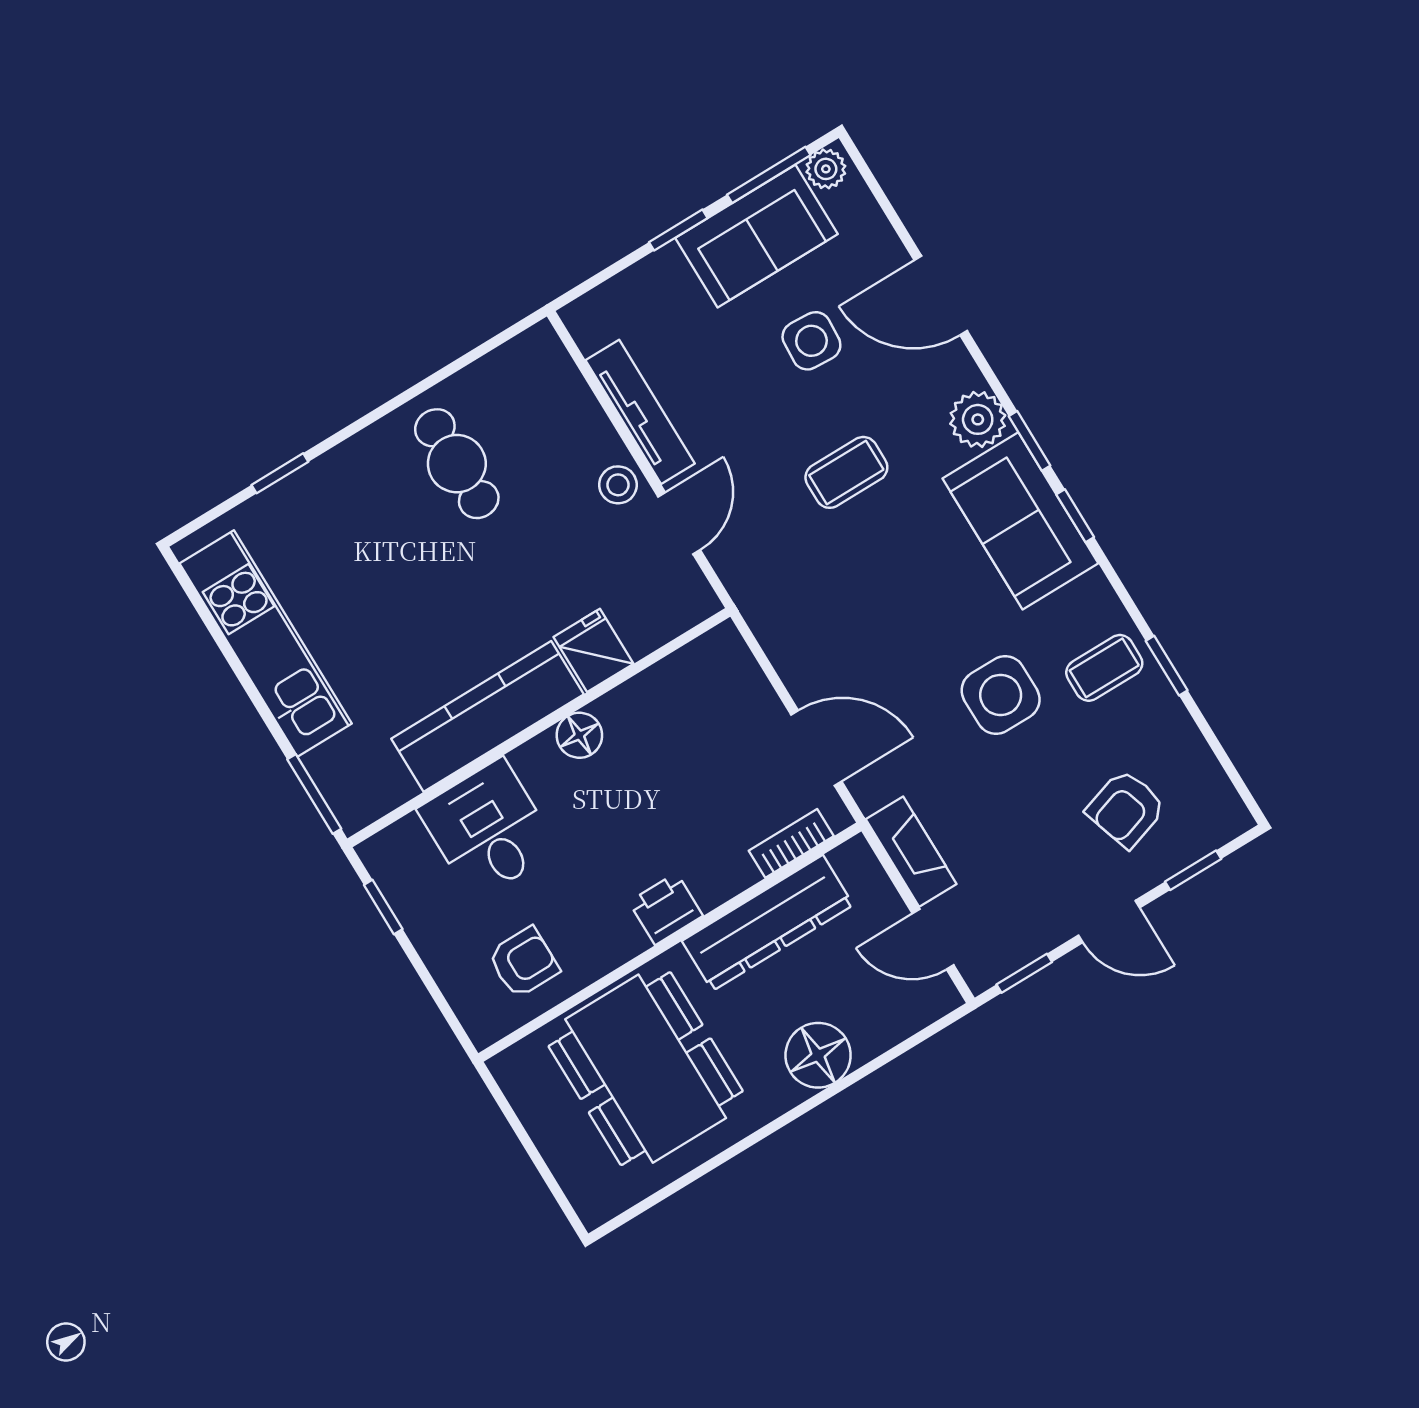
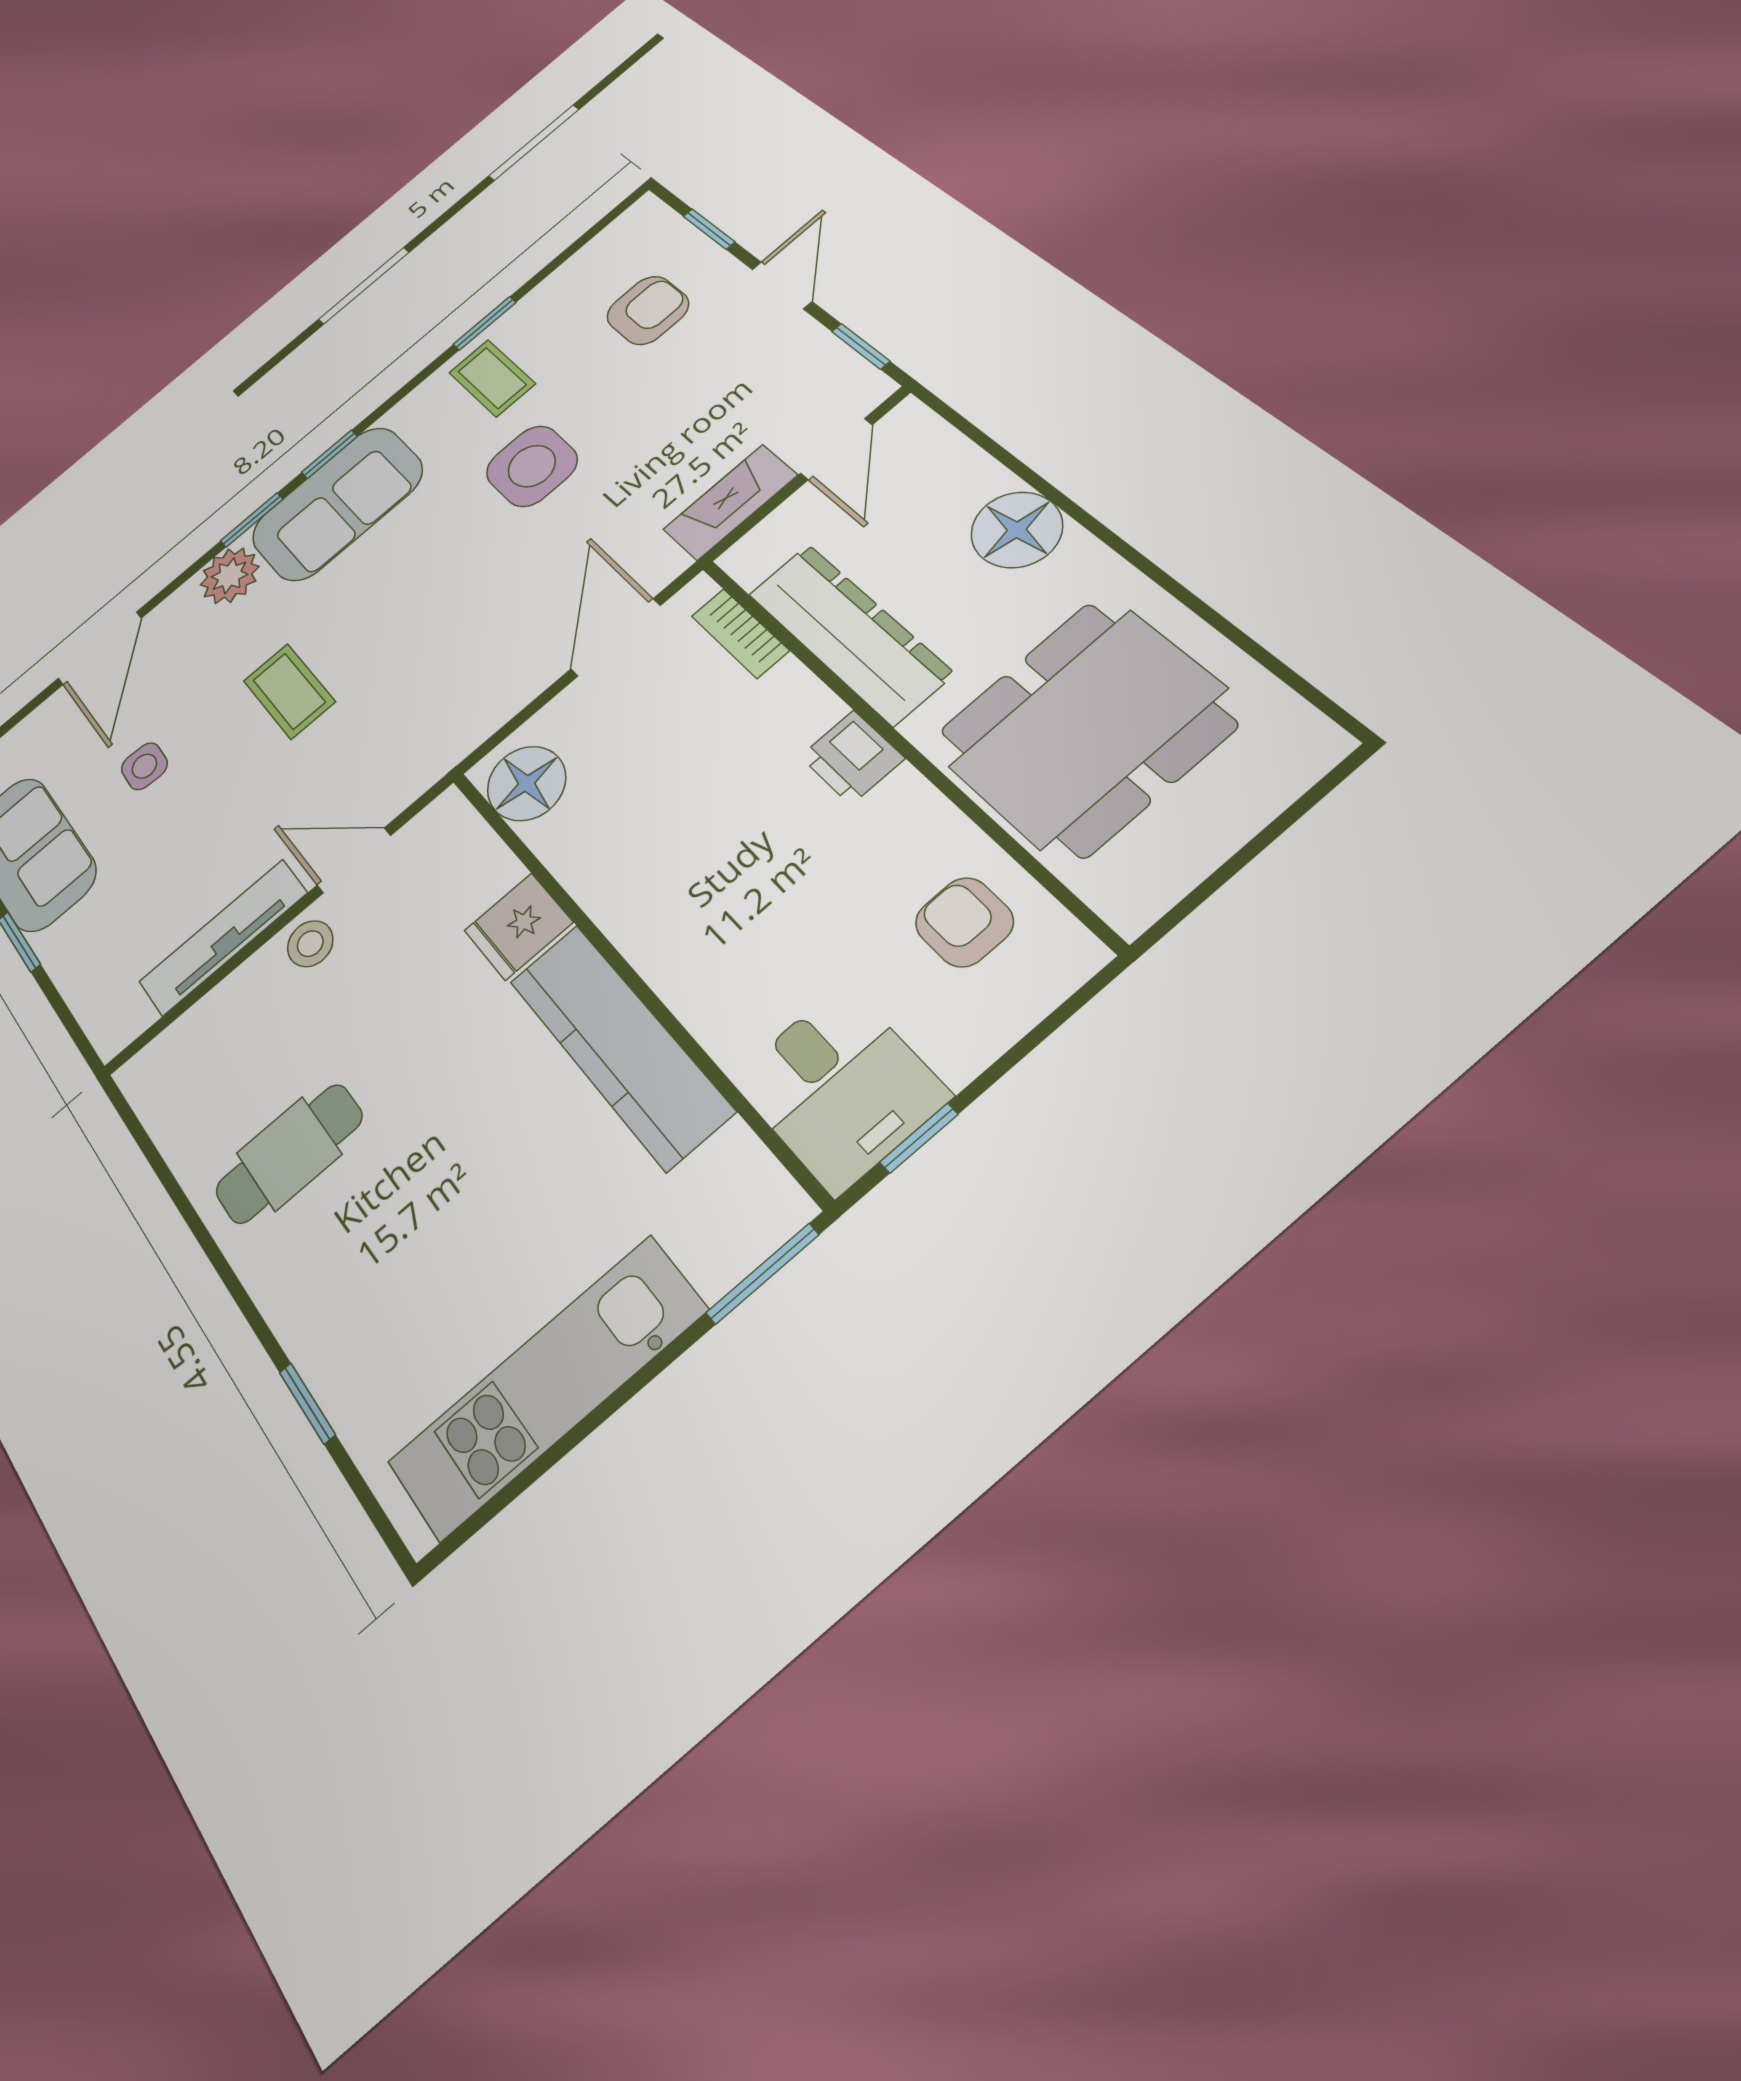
side table: (811, 341) -> (144, 766), width x0.73, depth x0.73
floor lamp: (579, 735) -> (526, 783), moved, width x1.38, depth x1.38
armchair: (1126, 809) -> (648, 310), turned -72
desk: (488, 829) -> (840, 1088), moved, turned -90

